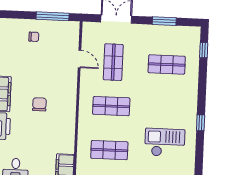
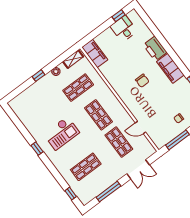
window: (164, 21) -> (108, 192), width x1.44
shop shelf: (111, 106) -> (98, 115), turned 90
checkout: (165, 143) -> (61, 133), moved

